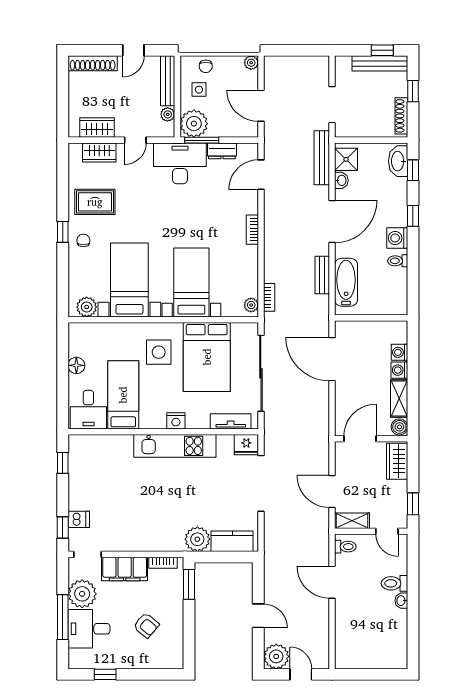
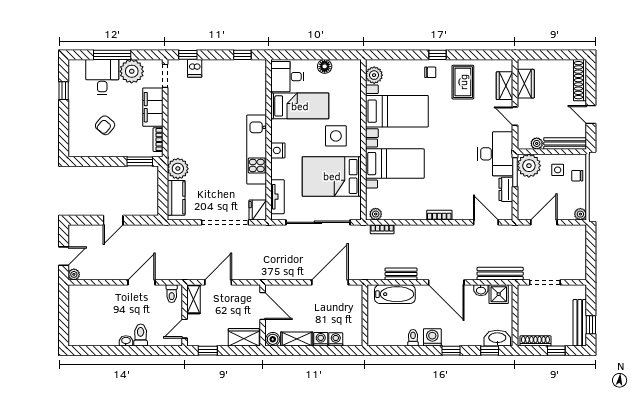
plant: (276, 656) -> (74, 274), moved, width x0.53, depth x0.53

